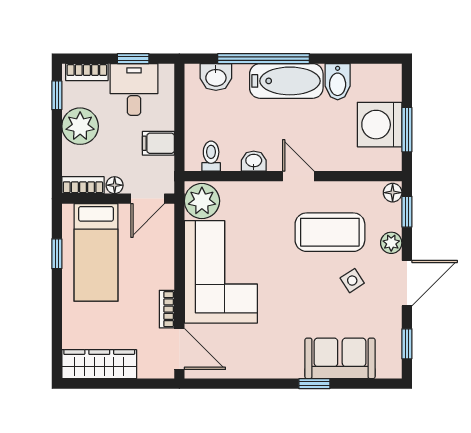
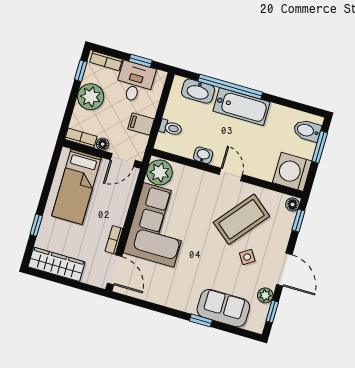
washbasin: (216, 77) -> (198, 91), width x1.38
bidet: (338, 82) -> (307, 131), moved, turned 90
washing machine: (380, 125) -> (292, 172), moved
window: (407, 130) -> (320, 147), moved
toilet: (211, 156) -> (171, 128), moved, turned 90
coffee table: (330, 232) -> (241, 219), turned -51
plant: (391, 243) -> (265, 295), moved
window: (57, 254) -> (36, 225), moved
door: (407, 283) -> (284, 270), hinge flipped

